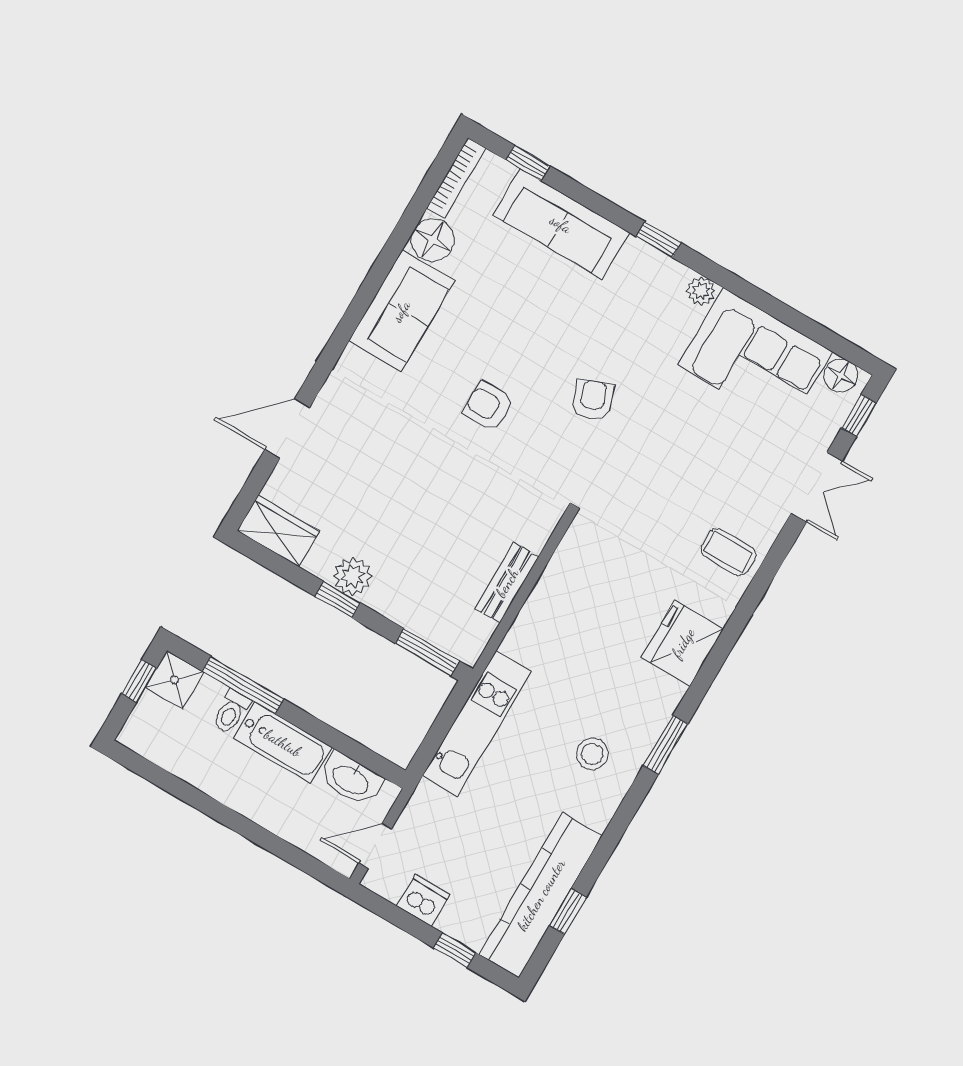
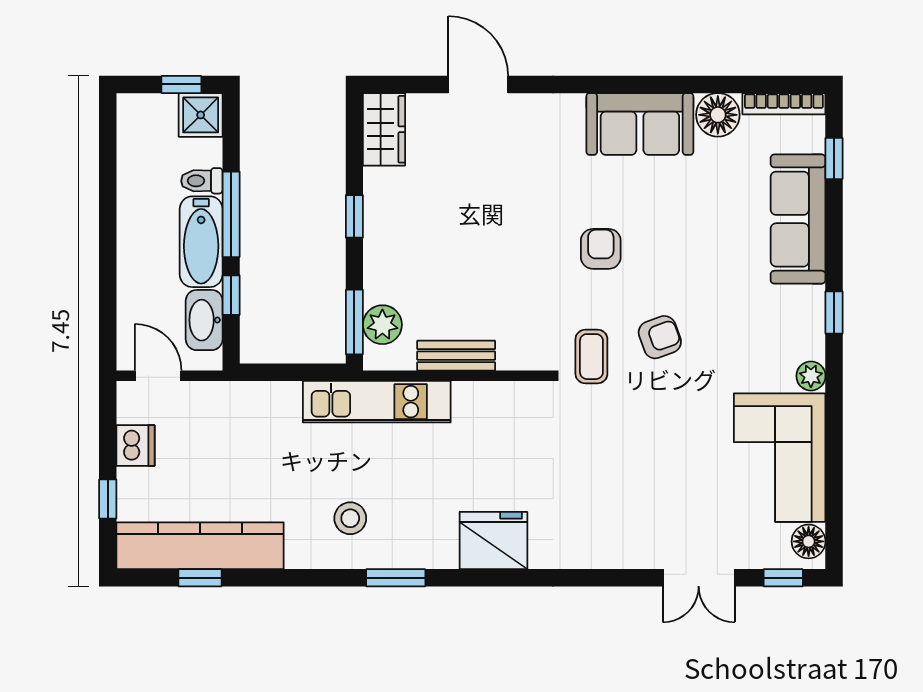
coffee table: (728, 552) -> (591, 357), moved
plant: (353, 576) -> (382, 325), moved
window: (243, 685) -> (231, 214), moved
kitchen unit: (477, 724) -> (377, 402), moved
window: (343, 744) -> (231, 295), added

